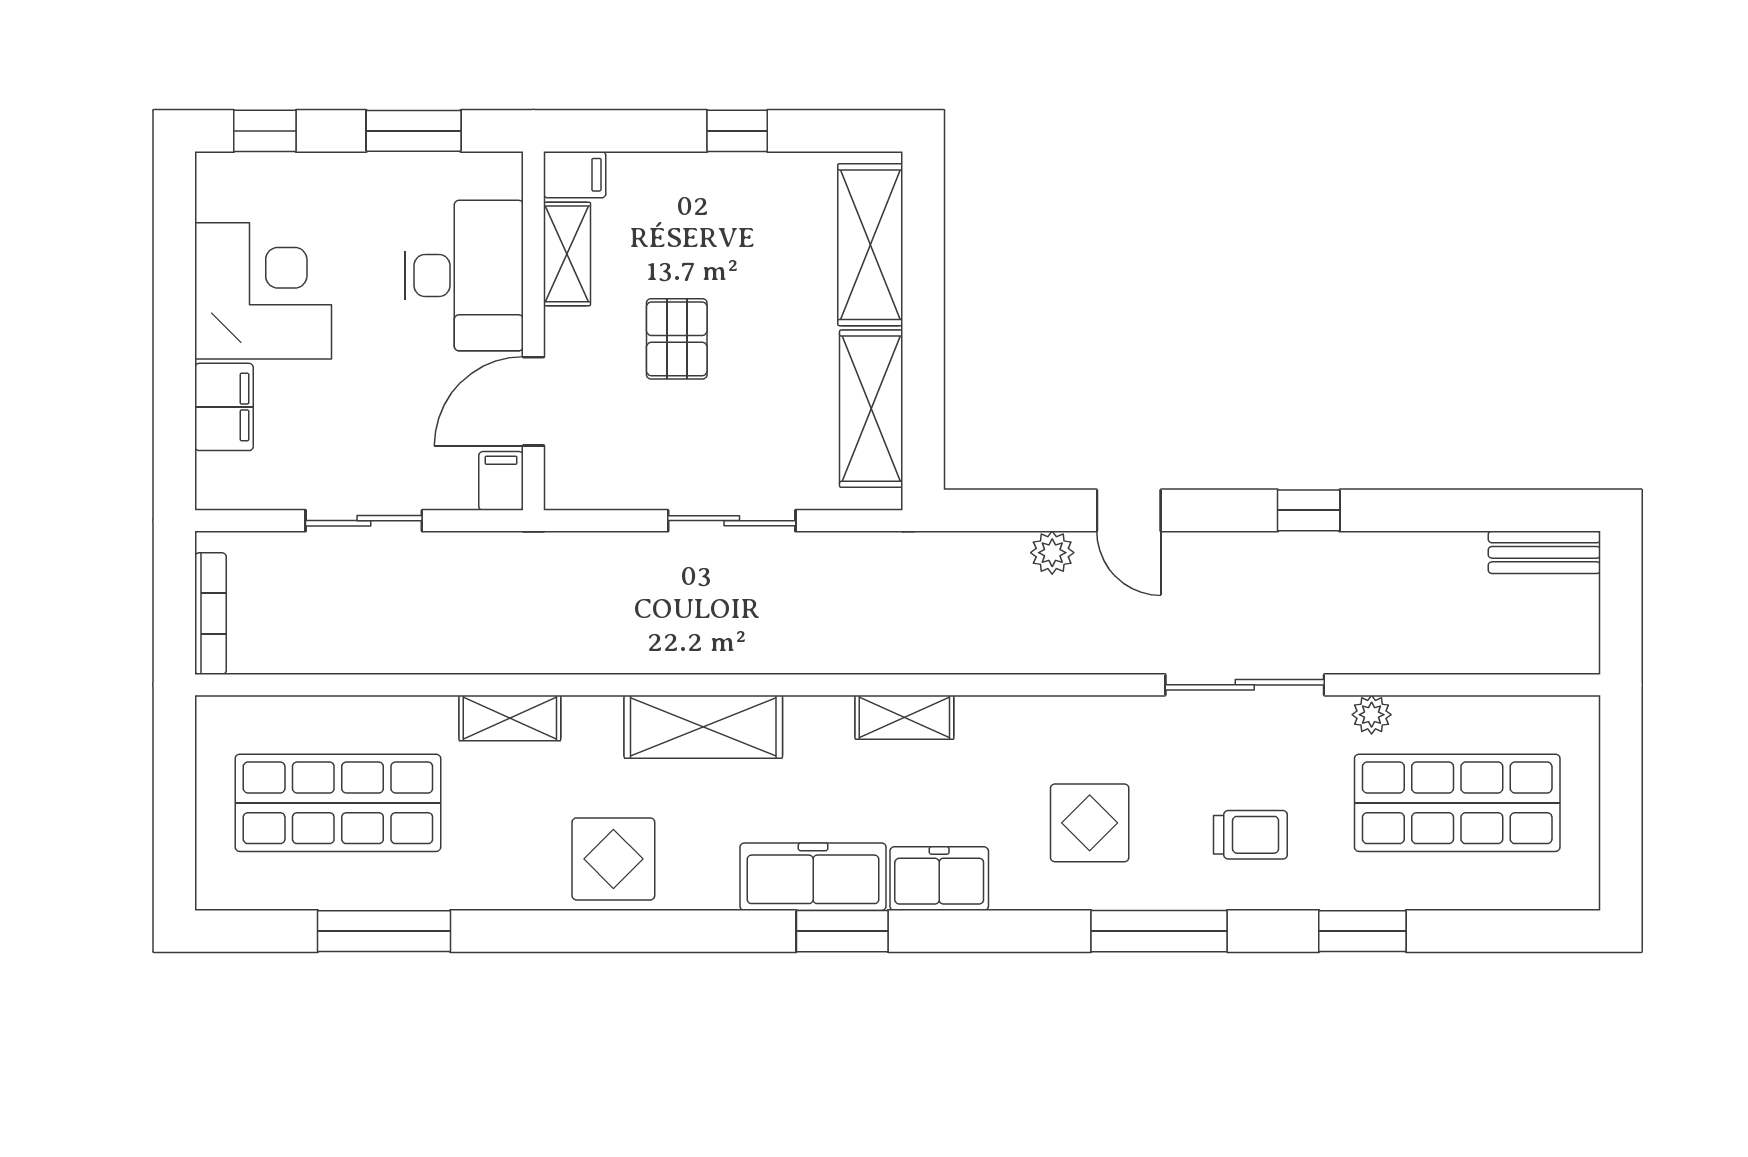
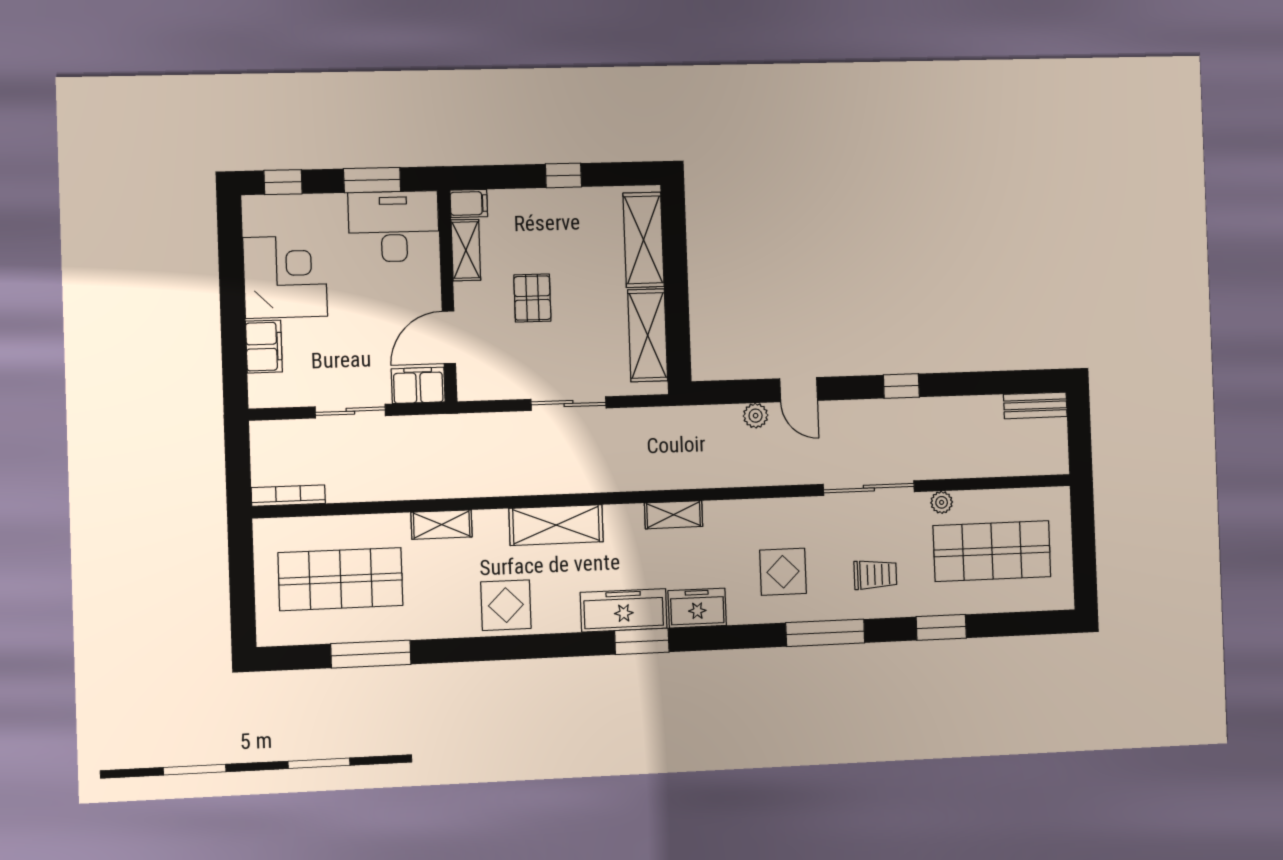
desk: (464, 276) -> (394, 226), moved, turned -90
filing cabinet: (501, 481) -> (418, 385), width x2.00
bookcase: (211, 614) -> (288, 496), moved, turned -90

